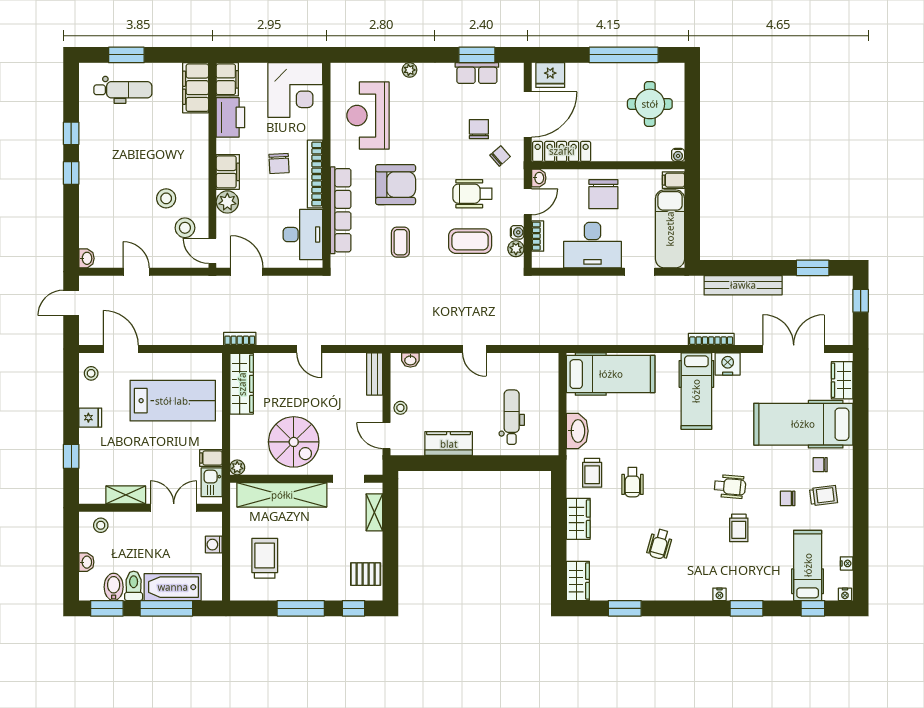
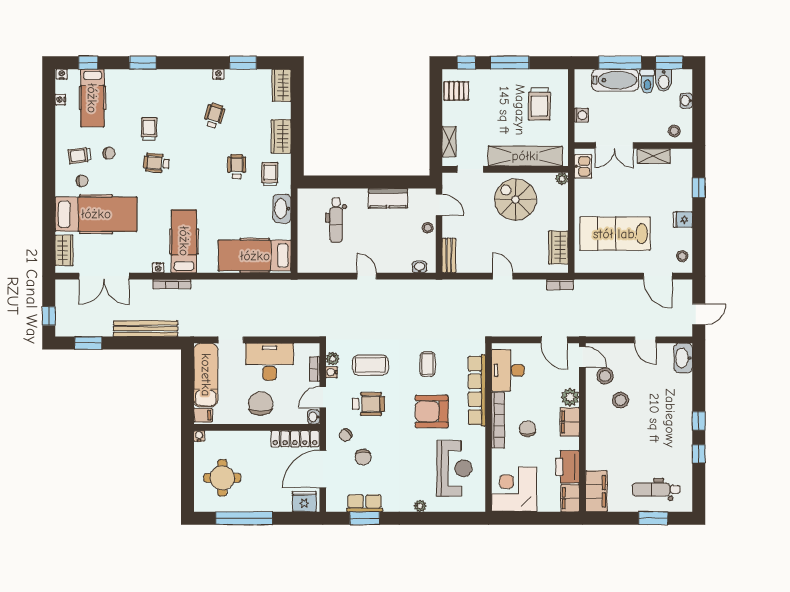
washbasin: (87, 258) -> (683, 358), width x1.91, depth x1.45
nightstand: (728, 364) -> (158, 268), width x0.53, depth x0.56
wardrobe: (242, 384) -> (558, 248), width x0.67
filing cabinet: (211, 458) -> (584, 186), removed
nightstand: (719, 594) -> (218, 74), moved

